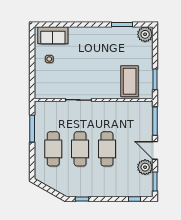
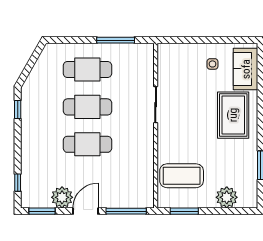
plant: (145, 34) -> (227, 197), moved
rug: (86, 44) -> (233, 115), added

